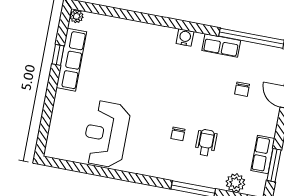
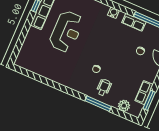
reception desk: (106, 134) -> (66, 31), moved, turned 180
wheelchair: (206, 143) -> (104, 87), moved

